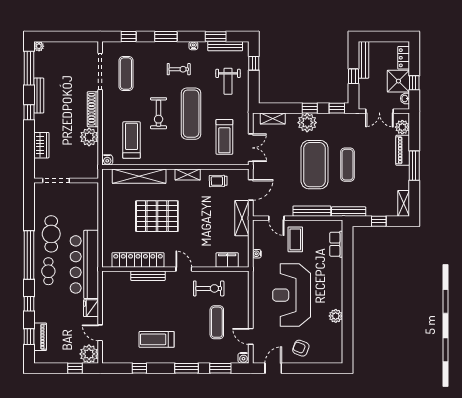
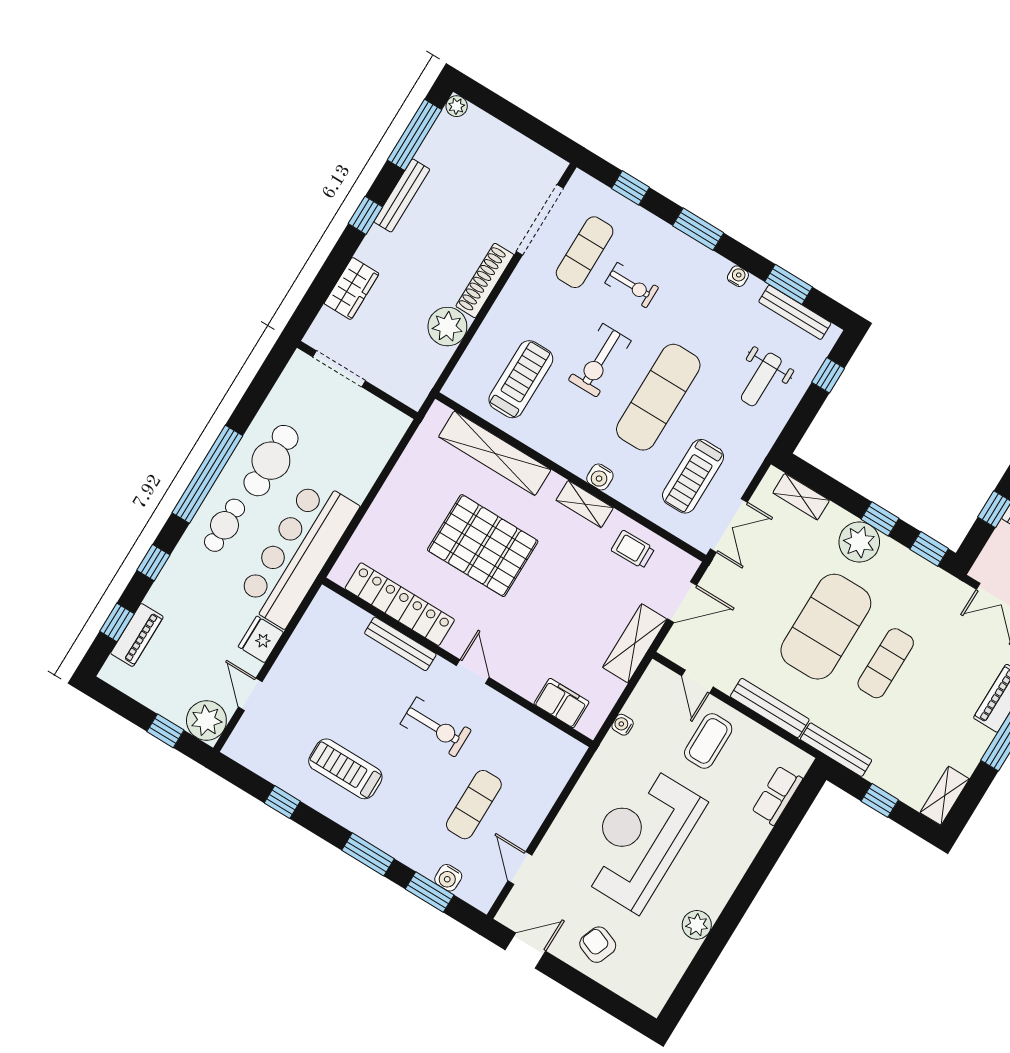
exercise bike: (179, 69) -> (632, 285), moved
water cooler: (107, 160) -> (600, 477), moved
exercise bike: (209, 288) -> (436, 727), moved
water cooler: (244, 358) -> (448, 878), moved

